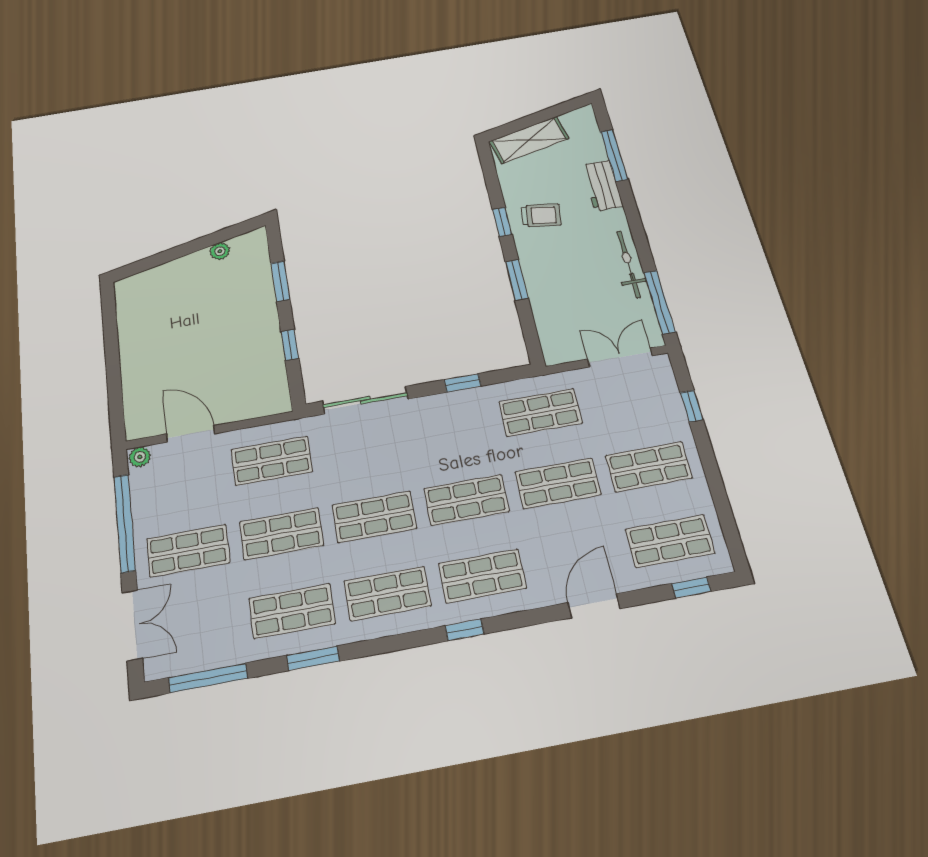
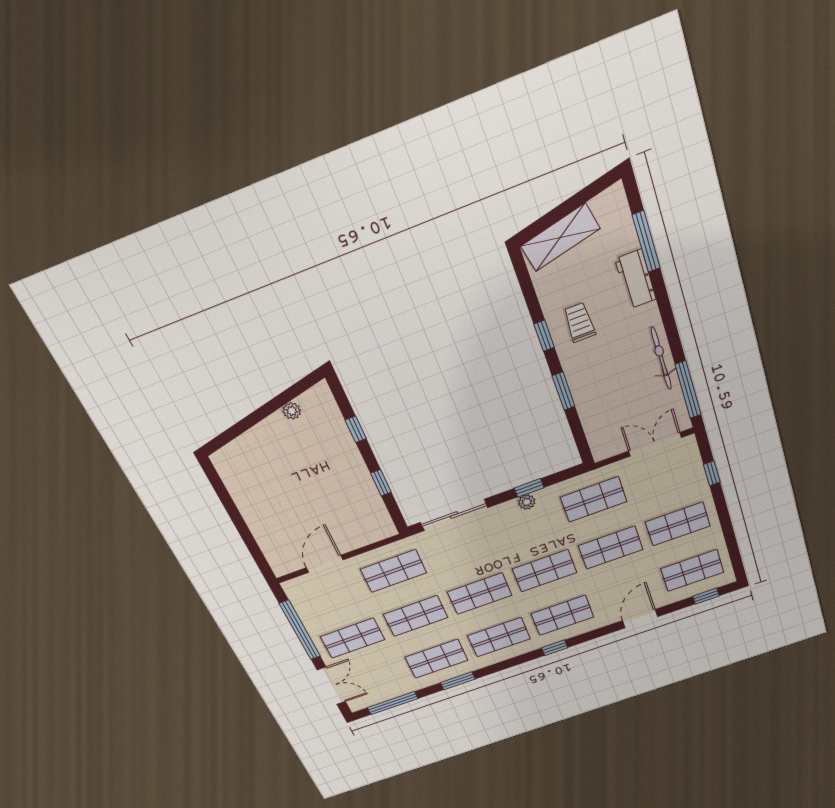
trolley: (541, 215) -> (580, 322), turned -98
window: (280, 281) -> (356, 429), width x0.67
door: (191, 434) -> (325, 564), hinge flipped
plant: (140, 457) -> (527, 502), moved

